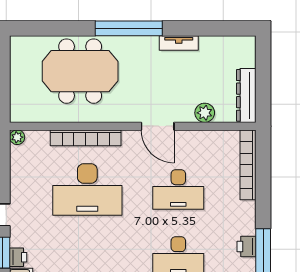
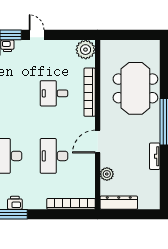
plant: (17, 137) -> (86, 50), width x1.87, depth x1.87
desk: (87, 190) -> (54, 93), width x0.53, depth x0.77

